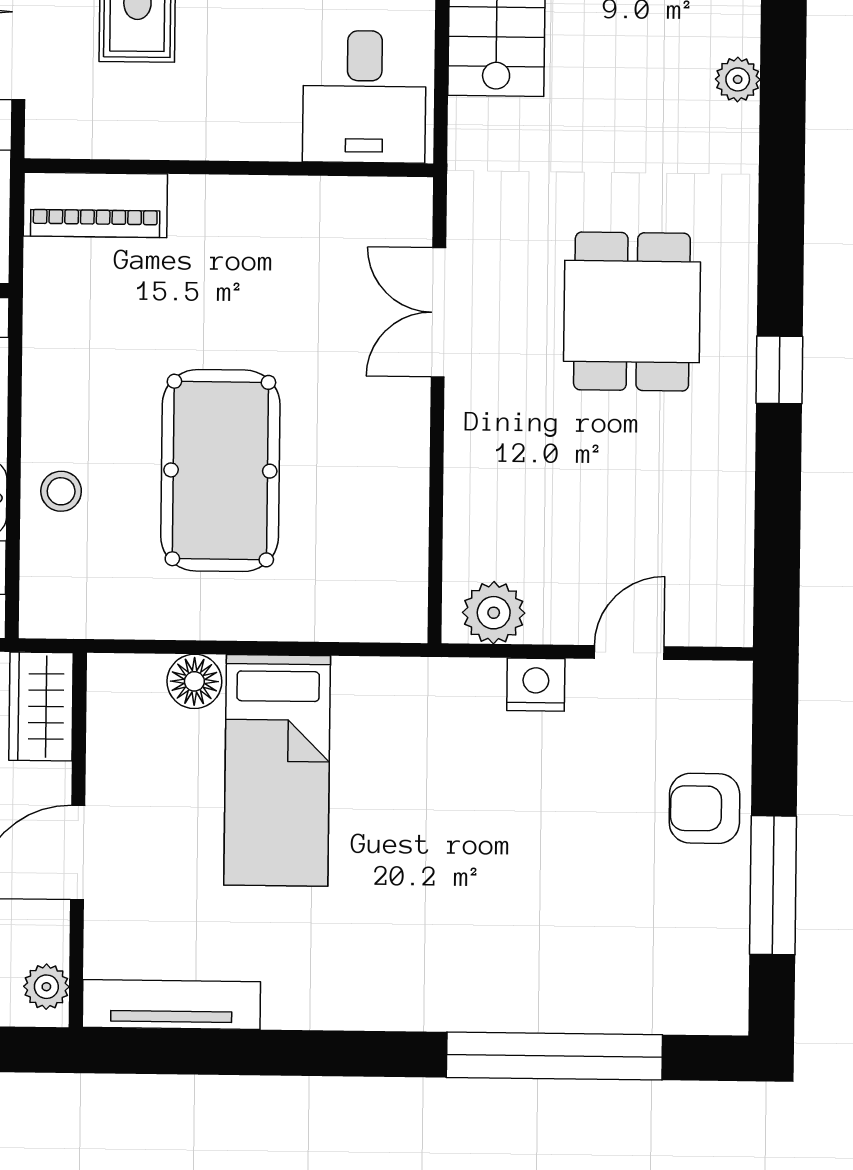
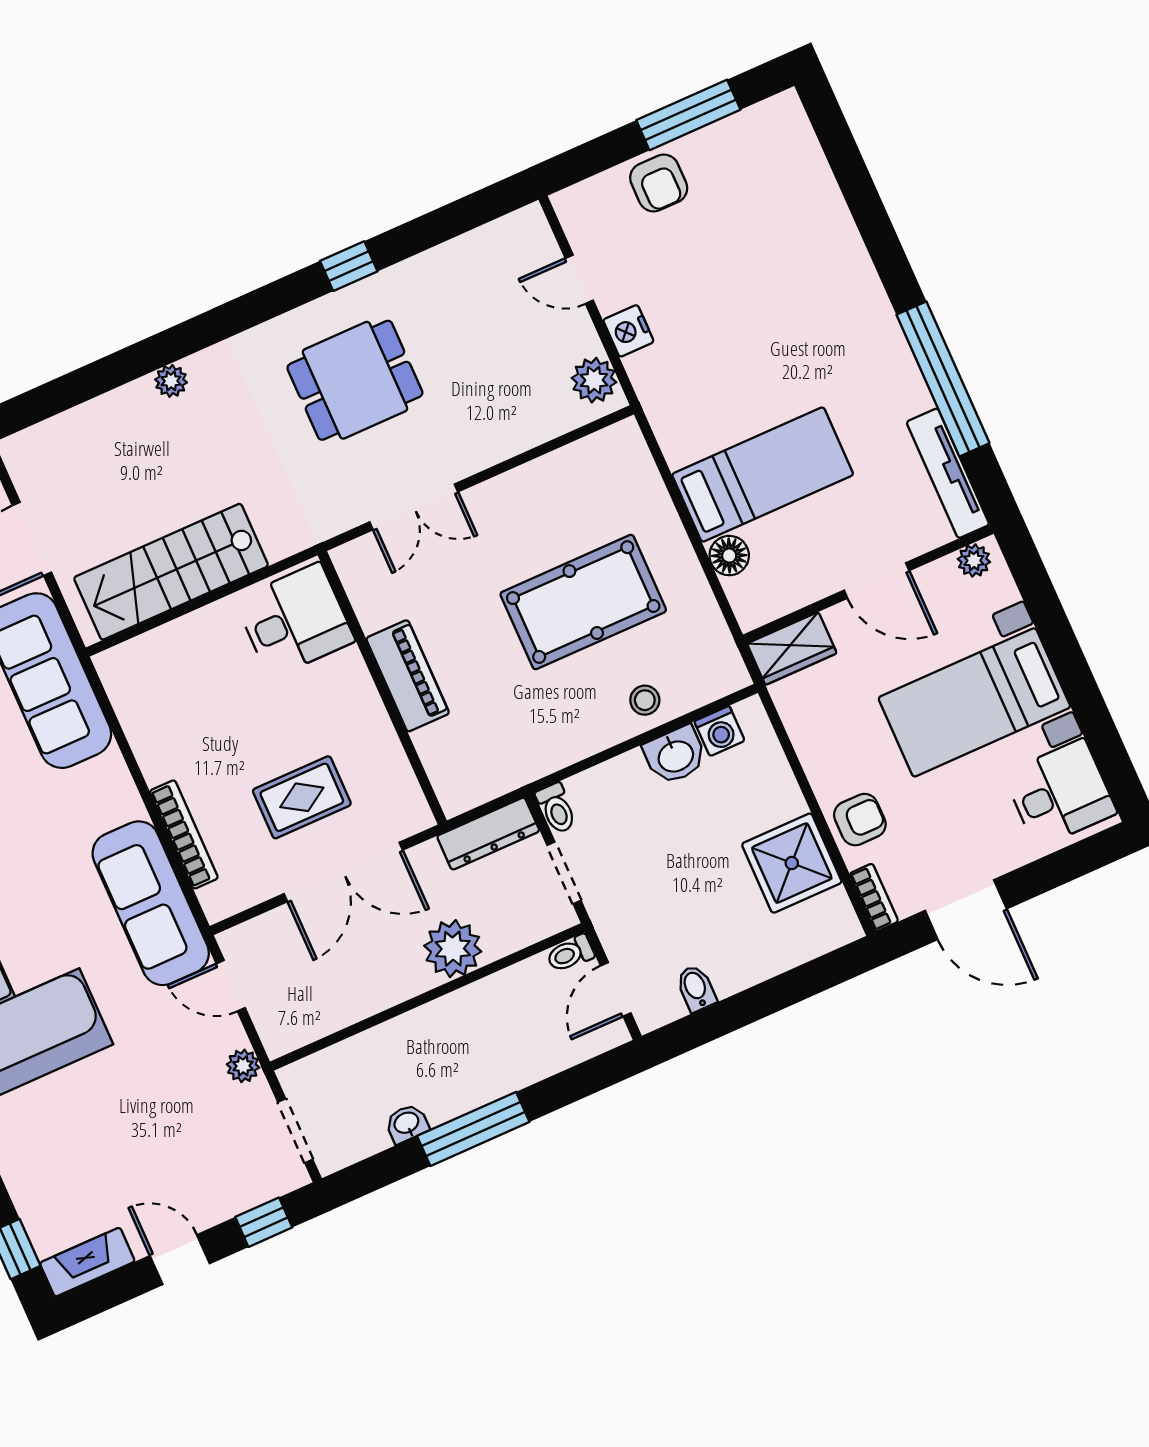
piano: (95, 205) -> (408, 676), moved
window: (554, 1056) -> (943, 379), moved

